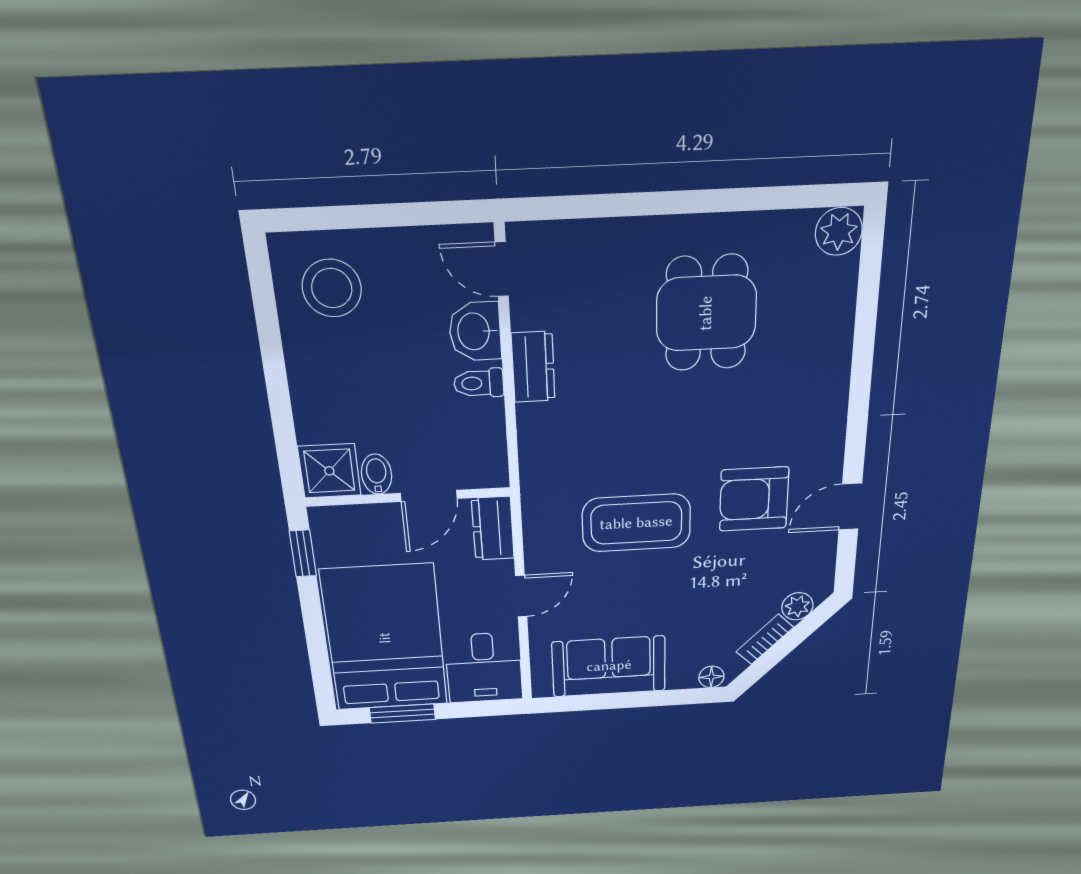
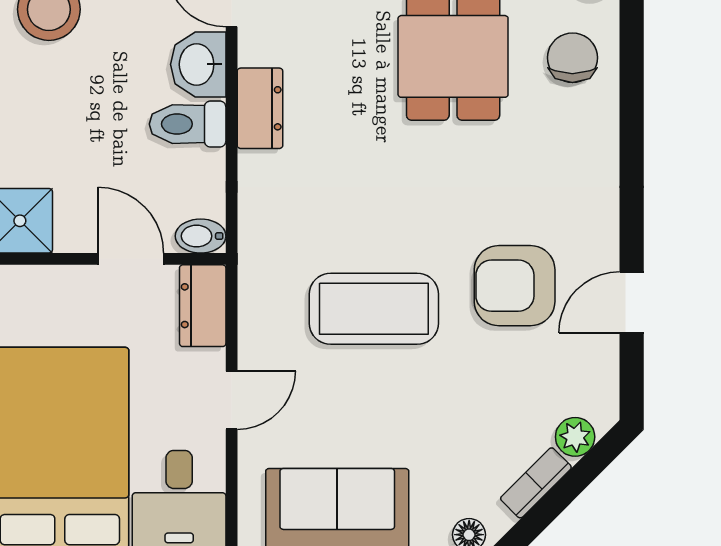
chair: (814, 309) -> (572, 58), added
toilet: (479, 383) -> (188, 124), width x1.37, depth x1.39
bidet: (377, 474) -> (201, 236), moved, turned -90
door: (429, 496) -> (131, 259), swing flipped

